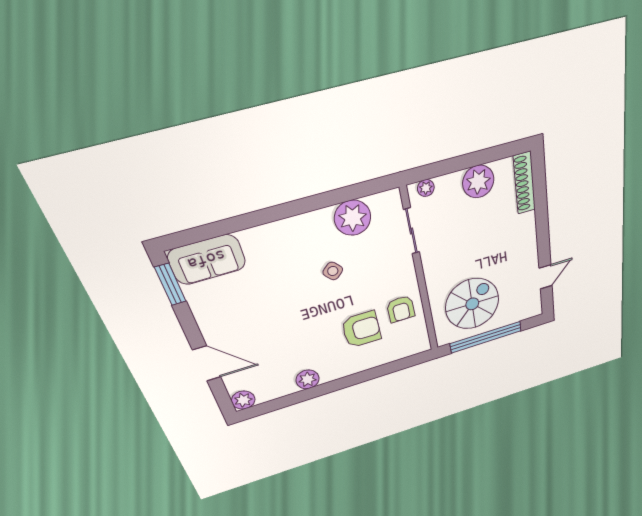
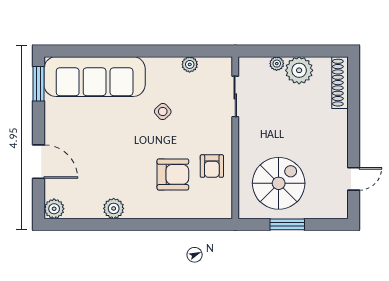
plant: (426, 188) -> (277, 64), moved
plant: (353, 218) -> (190, 64), width x0.53, depth x0.53
sofa: (207, 260) -> (95, 77), width x1.85, depth x1.27
window: (486, 337) -> (287, 224), width x0.47

